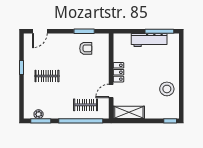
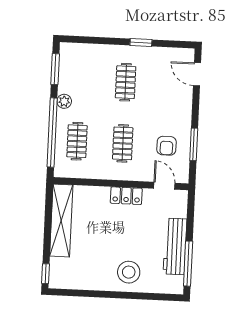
clothes rail: (86, 76) -> (123, 143), added
stool: (167, 89) -> (129, 272), moved
door: (111, 91) -> (164, 186), moved
shelving: (129, 112) -> (61, 221), width x1.47
plant: (39, 114) -> (64, 101), moved

